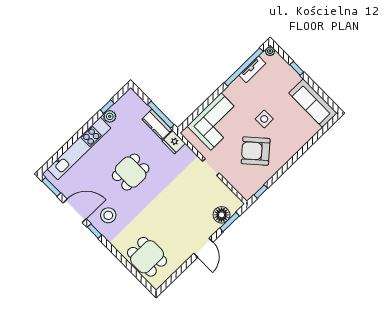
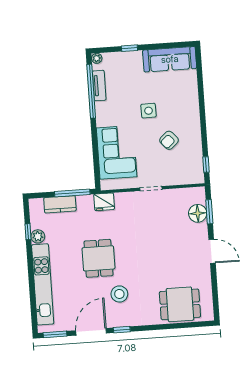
kitchen counter: (157, 124) -> (60, 204), moved
armchair: (256, 151) -> (169, 140), width x0.53, depth x0.53
stool: (108, 215) -> (119, 294), moved

